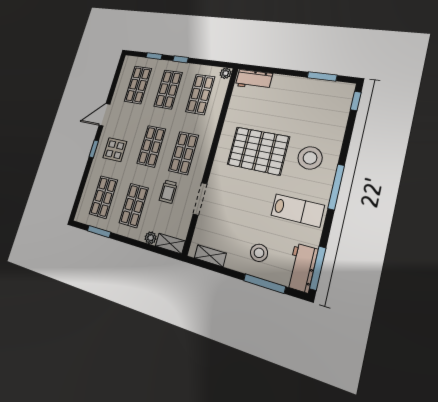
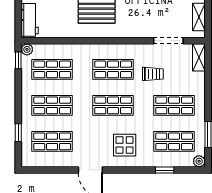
window: (181, 59) -> (18, 60), moved
window: (94, 149) -> (165, 170), moved
doorway: (200, 199) -> (168, 41), moved
plant: (151, 238) -> (199, 161), moved

